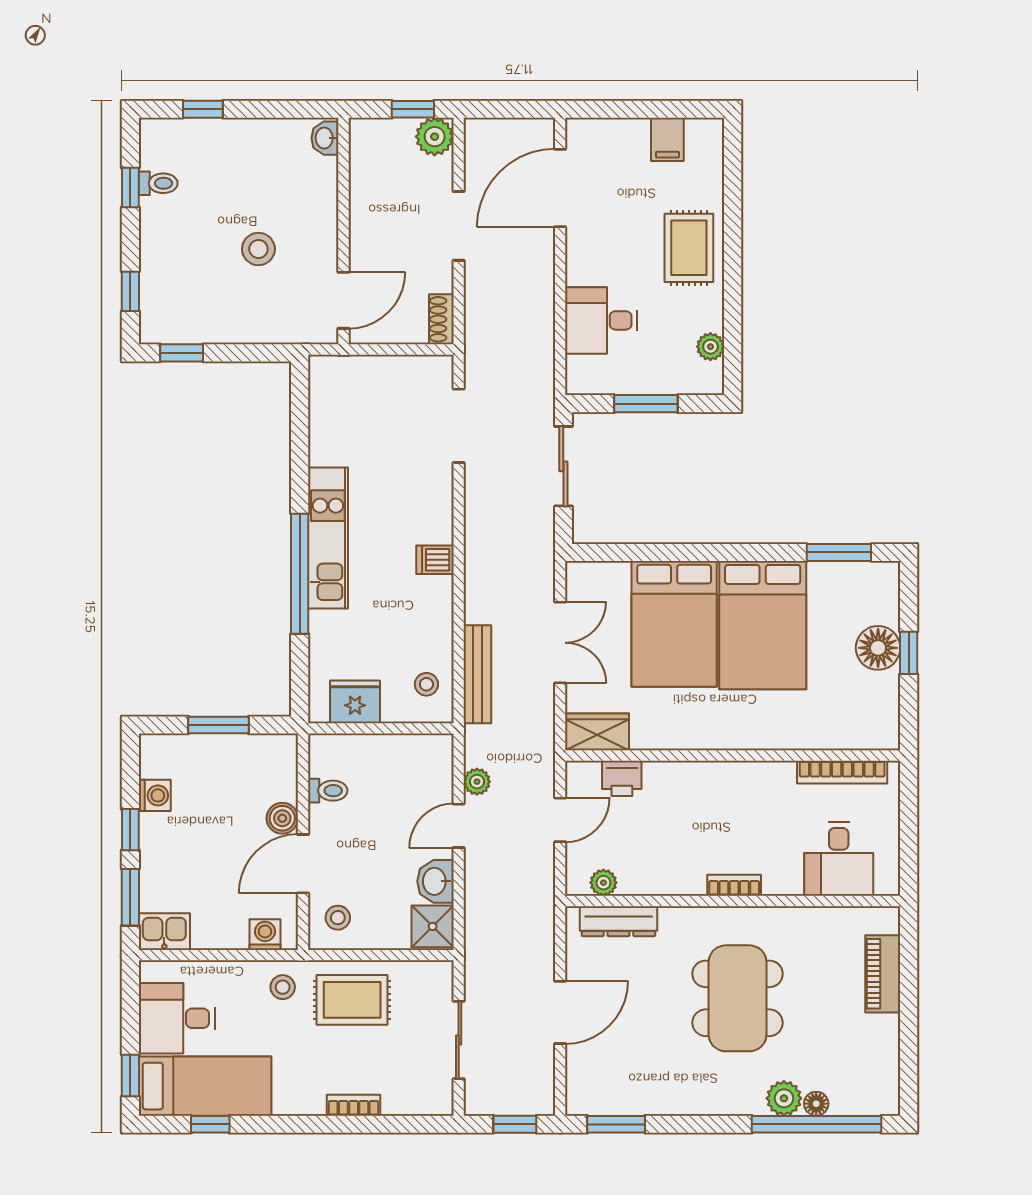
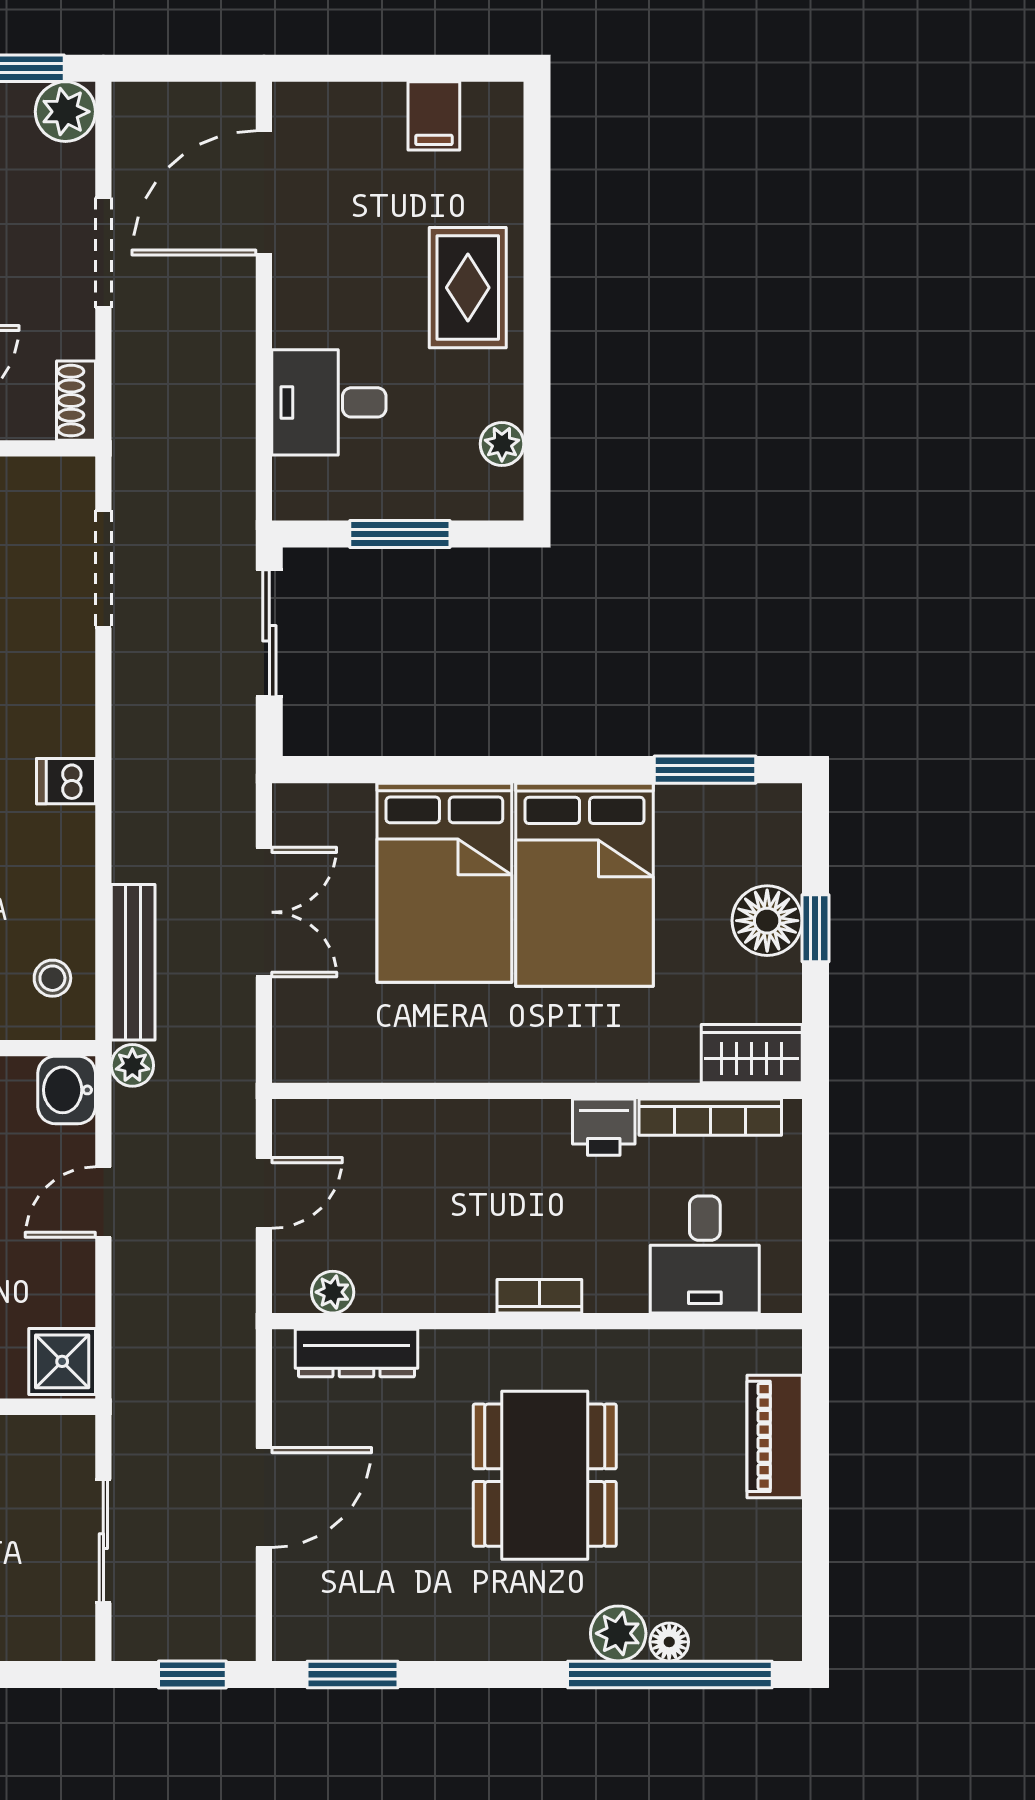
wardrobe: (597, 732) -> (752, 1054), moved
printer: (622, 778) -> (604, 1127), moved
plant: (477, 782) -> (132, 1065), moved
washbasin: (435, 881) -> (67, 1090), moved

